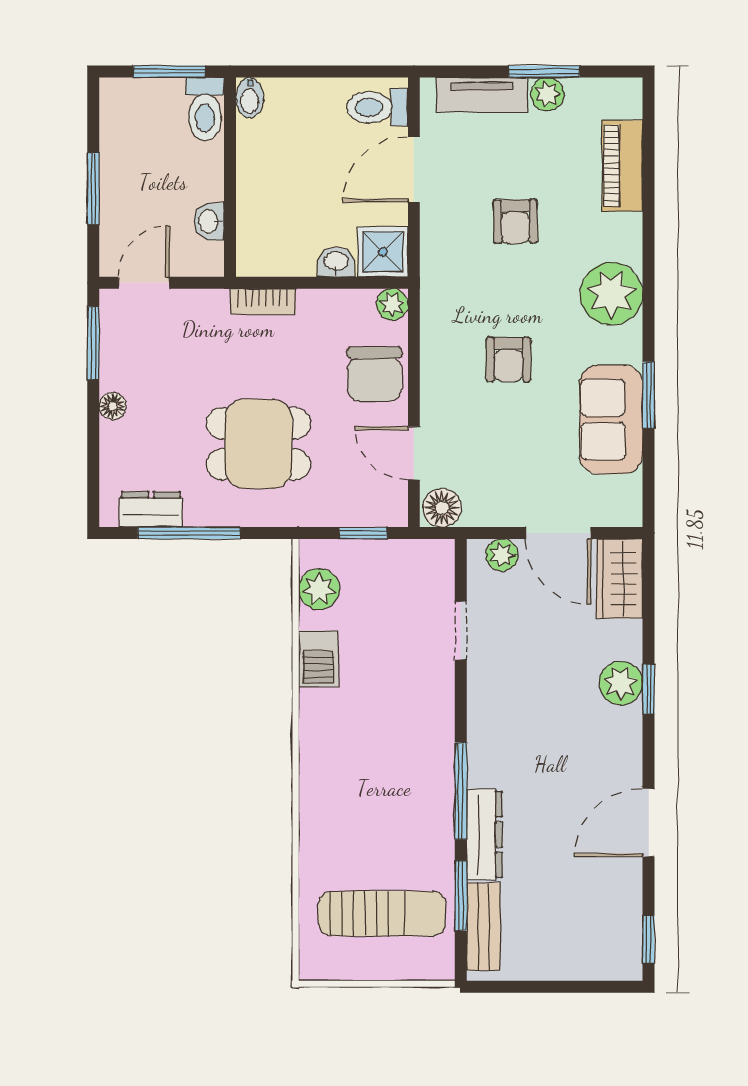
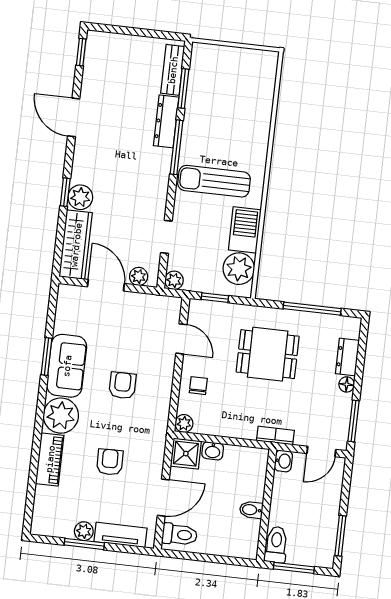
bidet: (250, 98) -> (251, 510), moved, turned -90
piano: (622, 166) -> (50, 459), moved
window: (93, 189) -> (340, 536), moved
washbasin: (209, 222) -> (283, 461), moved
bookcase: (263, 302) -> (275, 436), moved
chair: (375, 374) -> (198, 386), width x0.54, depth x0.54
sofa: (611, 419) -> (67, 366), moved
floor lamp: (442, 508) -> (169, 307), removed
dresser: (151, 509) -> (347, 357), moved, turned 90
plant: (439, 555) -> (174, 280), added
wardrobe: (620, 579) -> (76, 245), width x1.50
plant: (319, 589) -> (239, 269), width x1.36, depth x1.36
barbecue: (318, 659) -> (245, 230), width x1.38, depth x1.27
door: (649, 823) -> (74, 117), swing flipped
sun lounger: (382, 914) -> (214, 181), moved

